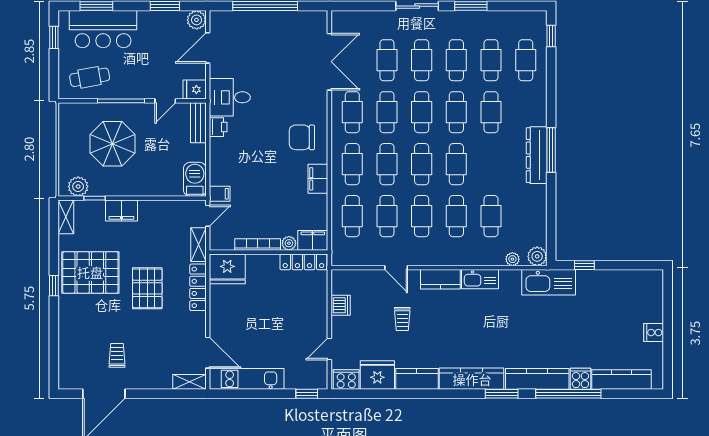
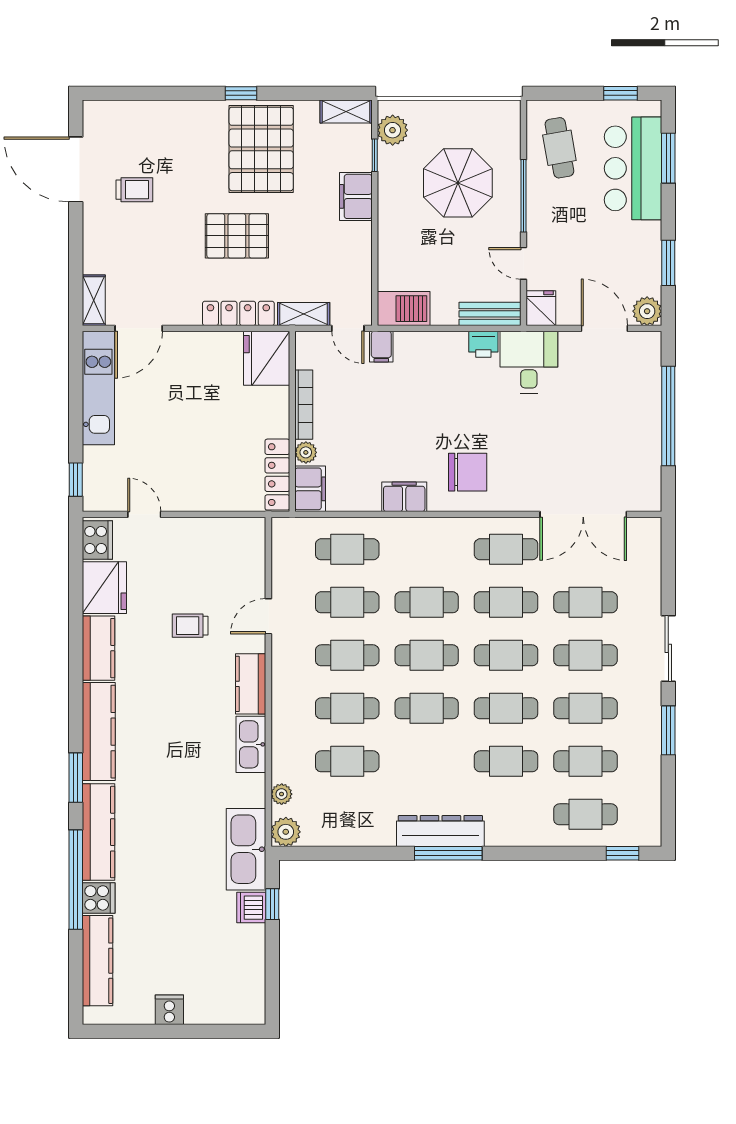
chair: (302, 137) -> (468, 472), turned 90
cafe table: (352, 164) -> (427, 549), removed
dishwasher: (341, 305) -> (251, 908), moved, turned 90

